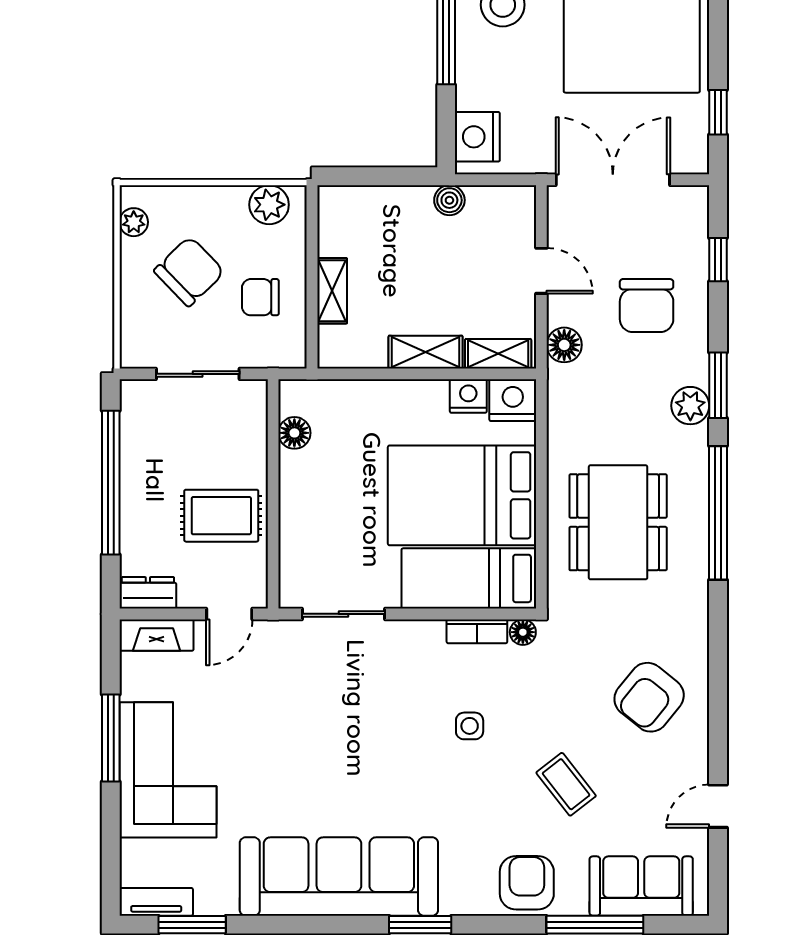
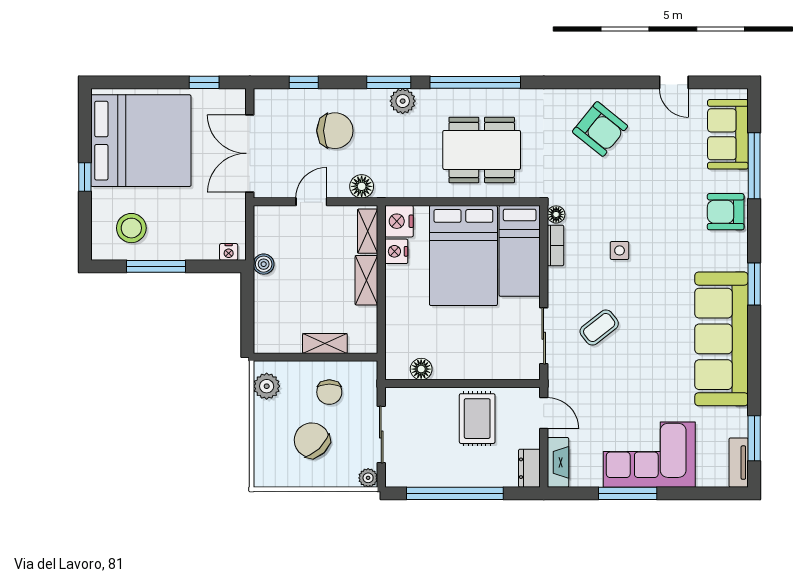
nightstand: (477, 137) -> (229, 252), width x0.53, depth x0.56
plant: (134, 222) -> (368, 478), moved
coffee table: (566, 784) -> (599, 327), moved

